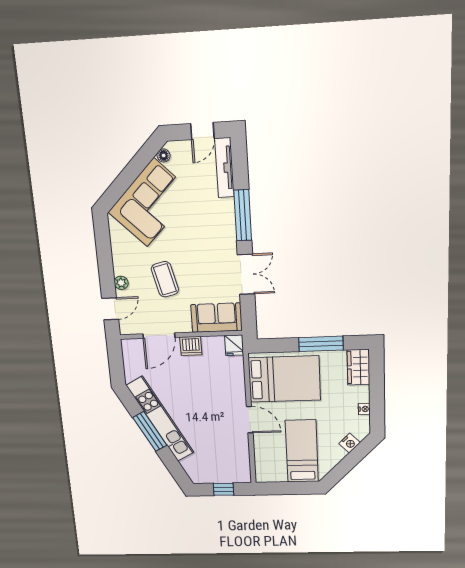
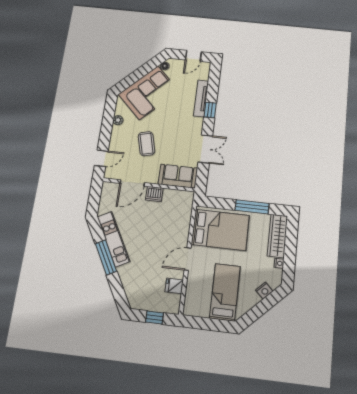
tv unit: (224, 168) -> (201, 98), moved
window: (243, 215) -> (210, 110), width x0.46
plant: (121, 283) -> (118, 120), moved
fridge: (234, 345) -> (174, 286), moved, turned 90
wardrobe: (359, 367) -> (278, 236), width x1.50
kitchen unit: (160, 419) -> (113, 239), width x0.73
door: (250, 420) -> (188, 259), swing flipped

